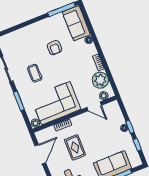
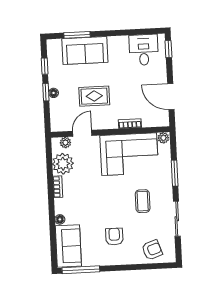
armchair: (16, 41) -> (152, 250), added
armchair: (54, 48) -> (114, 237), moved
door: (94, 106) -> (82, 133), hinge flipped
rug: (75, 147) -> (94, 96), moved, turned 90
door: (40, 154) -> (171, 97), hinge flipped

